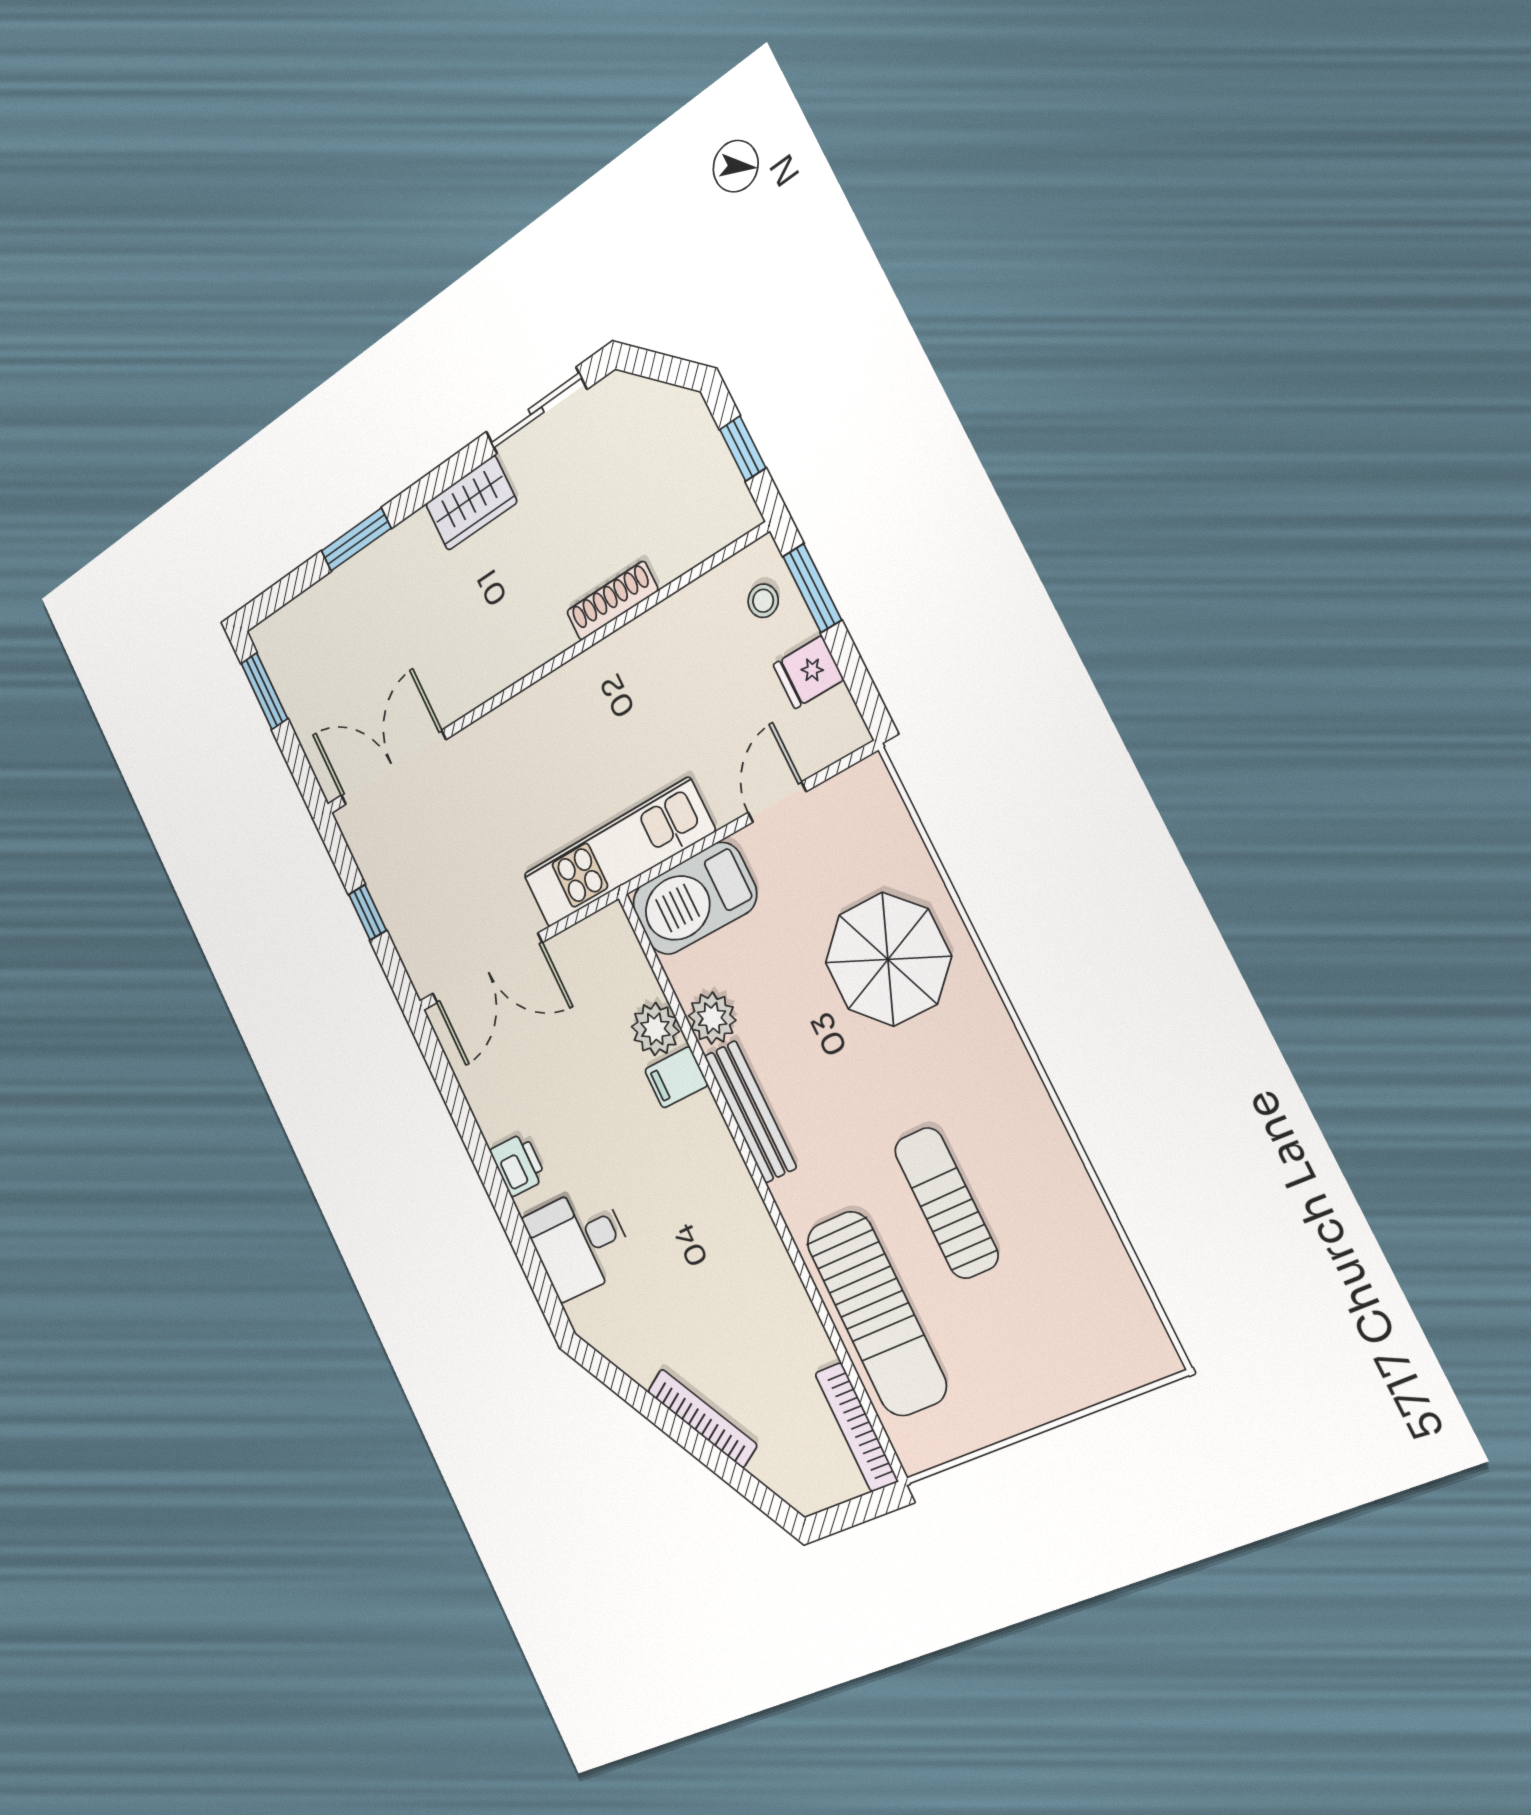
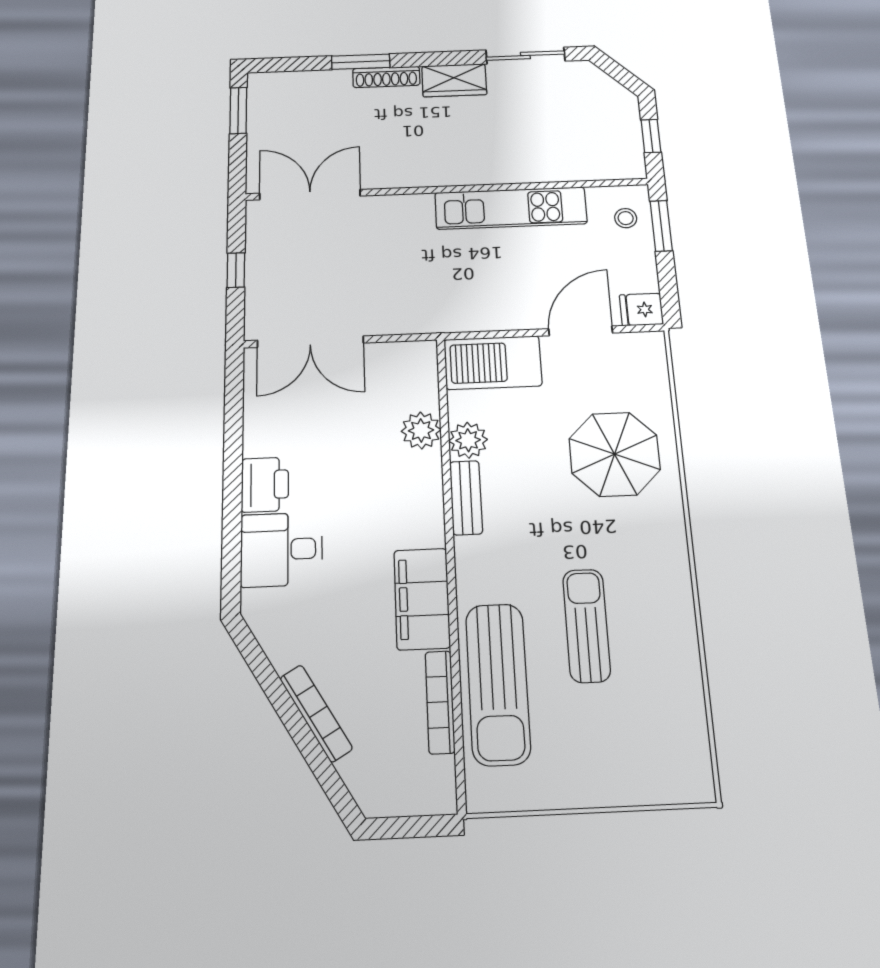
shoe rack: (612, 601) -> (386, 77), moved, turned 180
fridge: (808, 672) -> (641, 310), moved
door: (777, 802) -> (581, 331), width x1.37
kitchen unit: (618, 853) -> (511, 208), moved, turned 180
filing cabinet: (676, 1077) -> (422, 599), moved, width x3.00, depth x1.17
bench: (750, 1112) -> (466, 498), width x0.73
printer: (518, 1165) -> (265, 485), width x1.36, depth x1.24
bookcase: (856, 1427) -> (440, 702), moved

